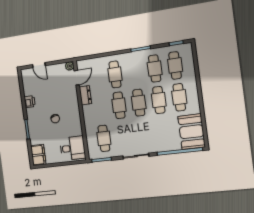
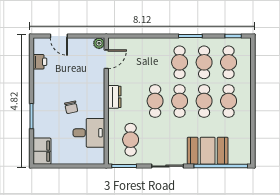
cafe table: (115, 74) -> (180, 62), moved
dresser: (85, 95) -> (114, 97), moved
printer: (30, 102) -> (40, 62), moved
booth: (192, 132) -> (208, 151), moved, turned 90
desk: (73, 148) -> (89, 133), moved

